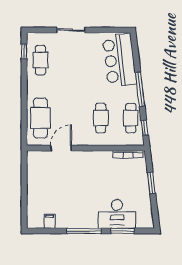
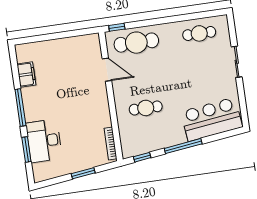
window: (24, 51) -> (117, 27), moved
cafe table: (131, 118) -> (150, 141), removed
filing cabinet: (50, 221) -> (26, 74), width x2.00

